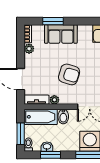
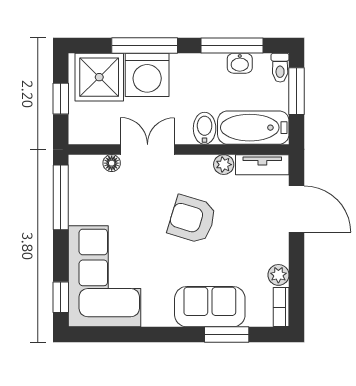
window: (51, 155) -> (232, 46), width x1.44

